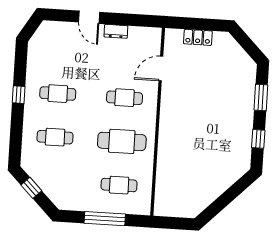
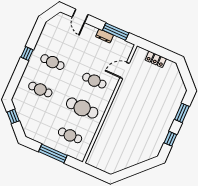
door: (89, 17) -> (80, 16), moved
window: (129, 20) -> (116, 32), added

